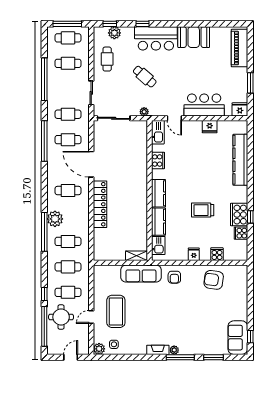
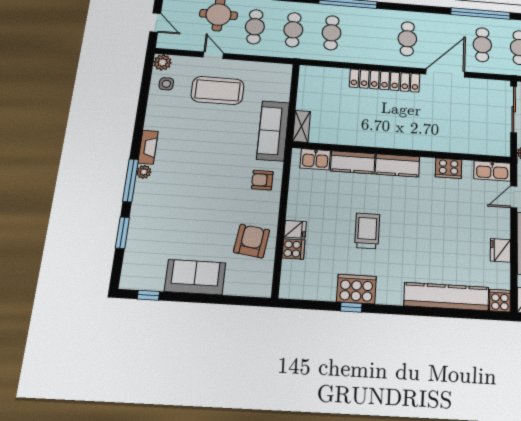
plant: (55, 219) -> (366, 18), removed
cooker: (241, 233) -> (500, 301), moved
fridge: (194, 254) -> (295, 229), moved
sofa: (238, 338) -> (195, 277), moved

